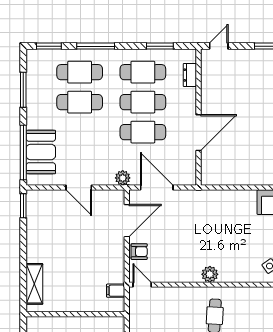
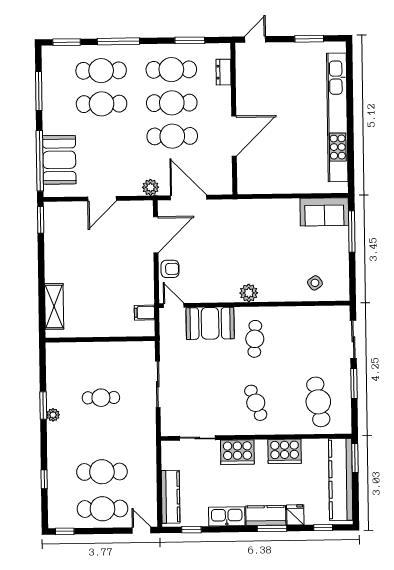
door: (79, 188) -> (102, 199), hinge flipped
booth: (175, 301) -> (210, 323), added

